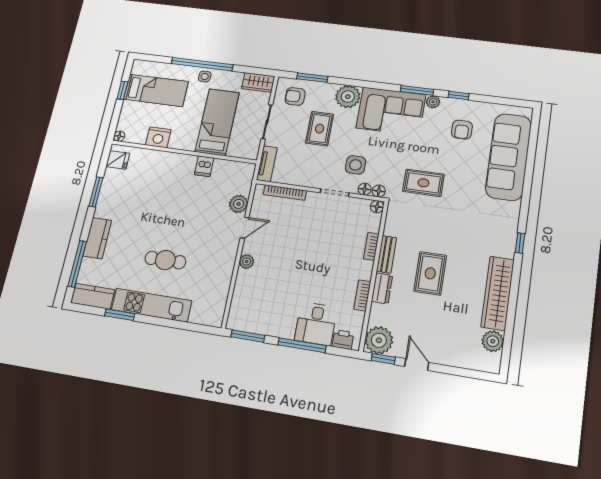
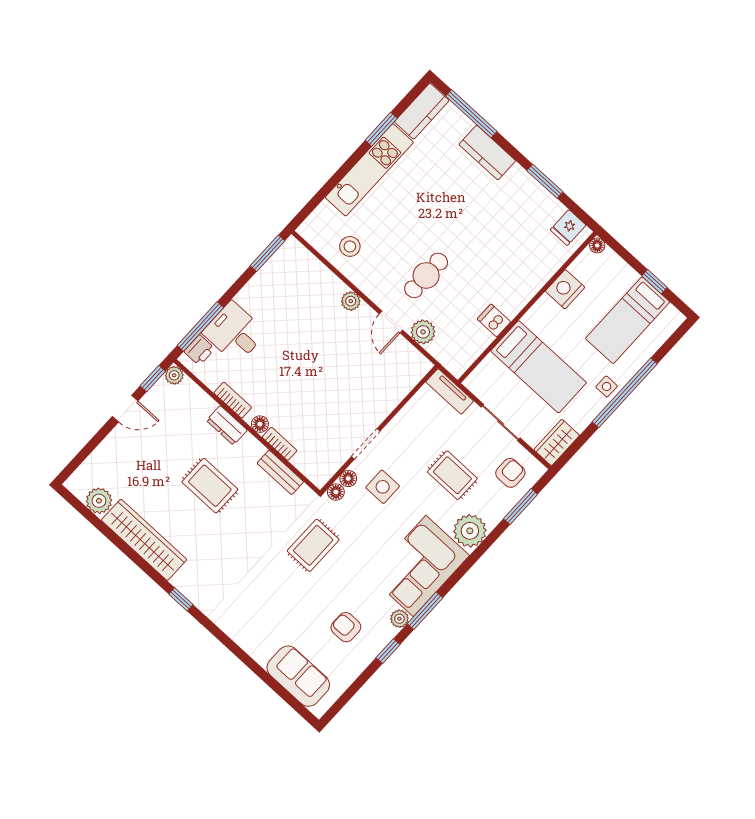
sofa: (509, 157) -> (298, 676), width x0.54, depth x0.79
bookcase: (285, 193) -> (402, 390), removed
floor lamp: (377, 207) -> (260, 424), moved
bench: (386, 254) -> (280, 472), moved
cafe table: (165, 260) -> (426, 275), moved
stool: (210, 285) -> (350, 246), added
plant: (379, 340) -> (174, 375), width x0.53, depth x0.53
window: (302, 345) -> (200, 327), moved

